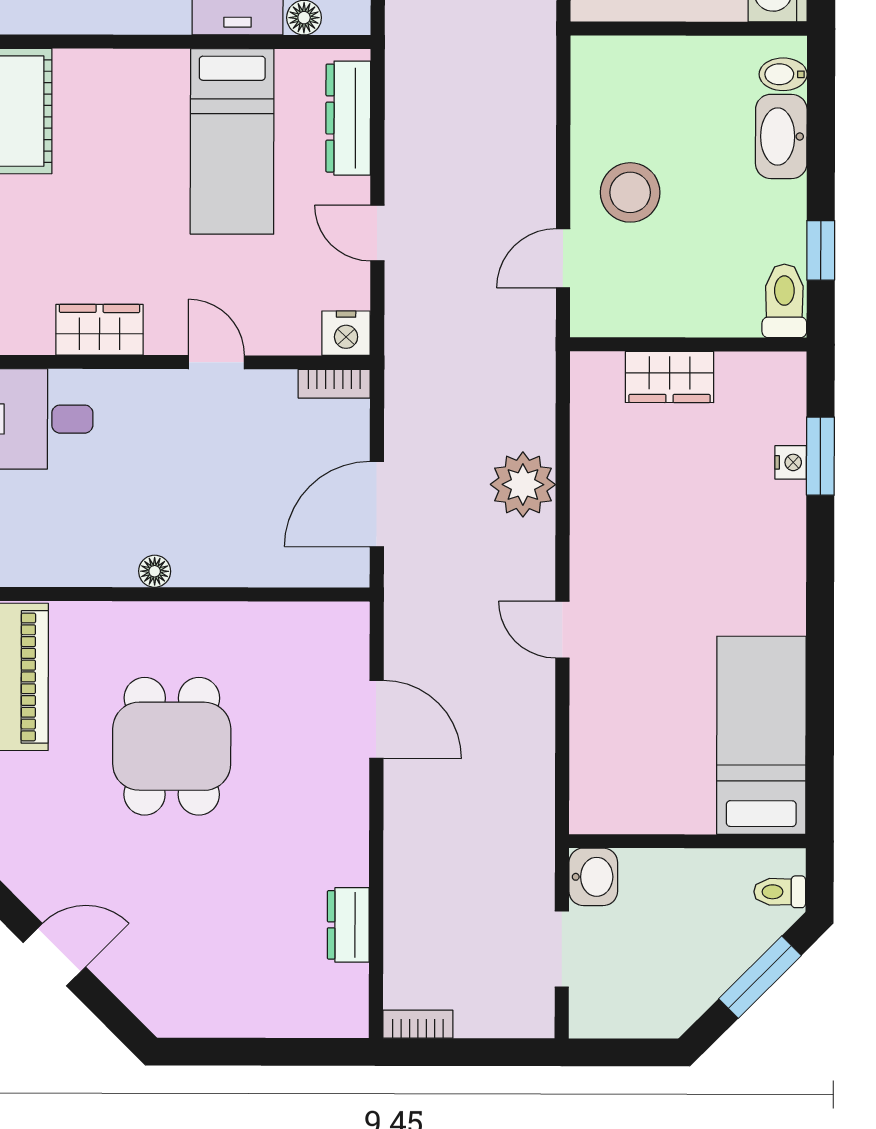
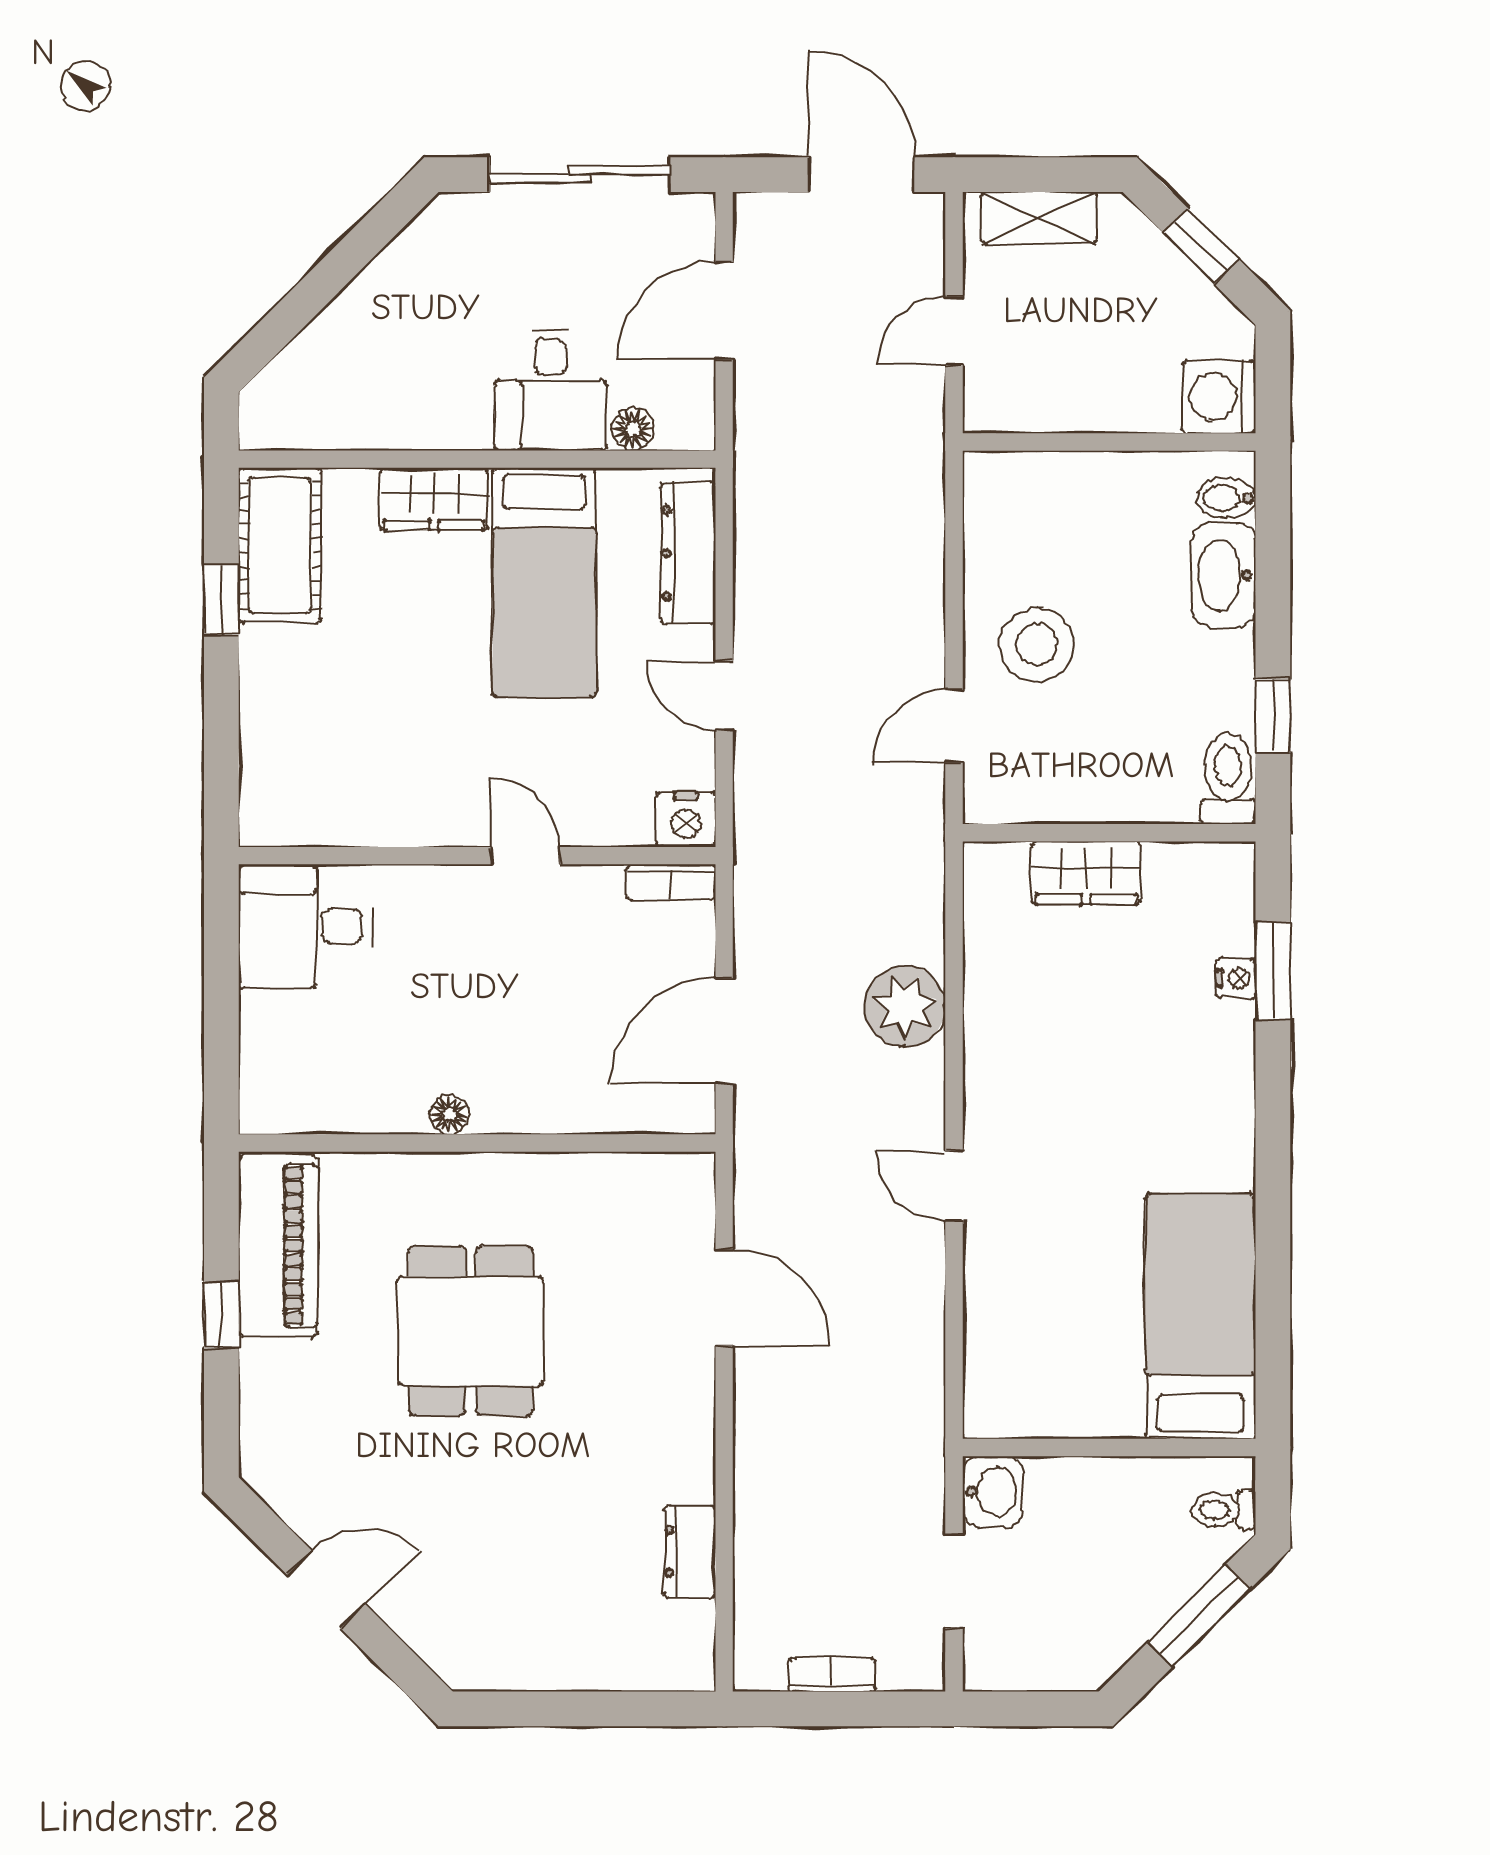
wardrobe: (99, 330) -> (434, 499), moved, turned 180
bookcase: (418, 1024) -> (832, 1674), moved

